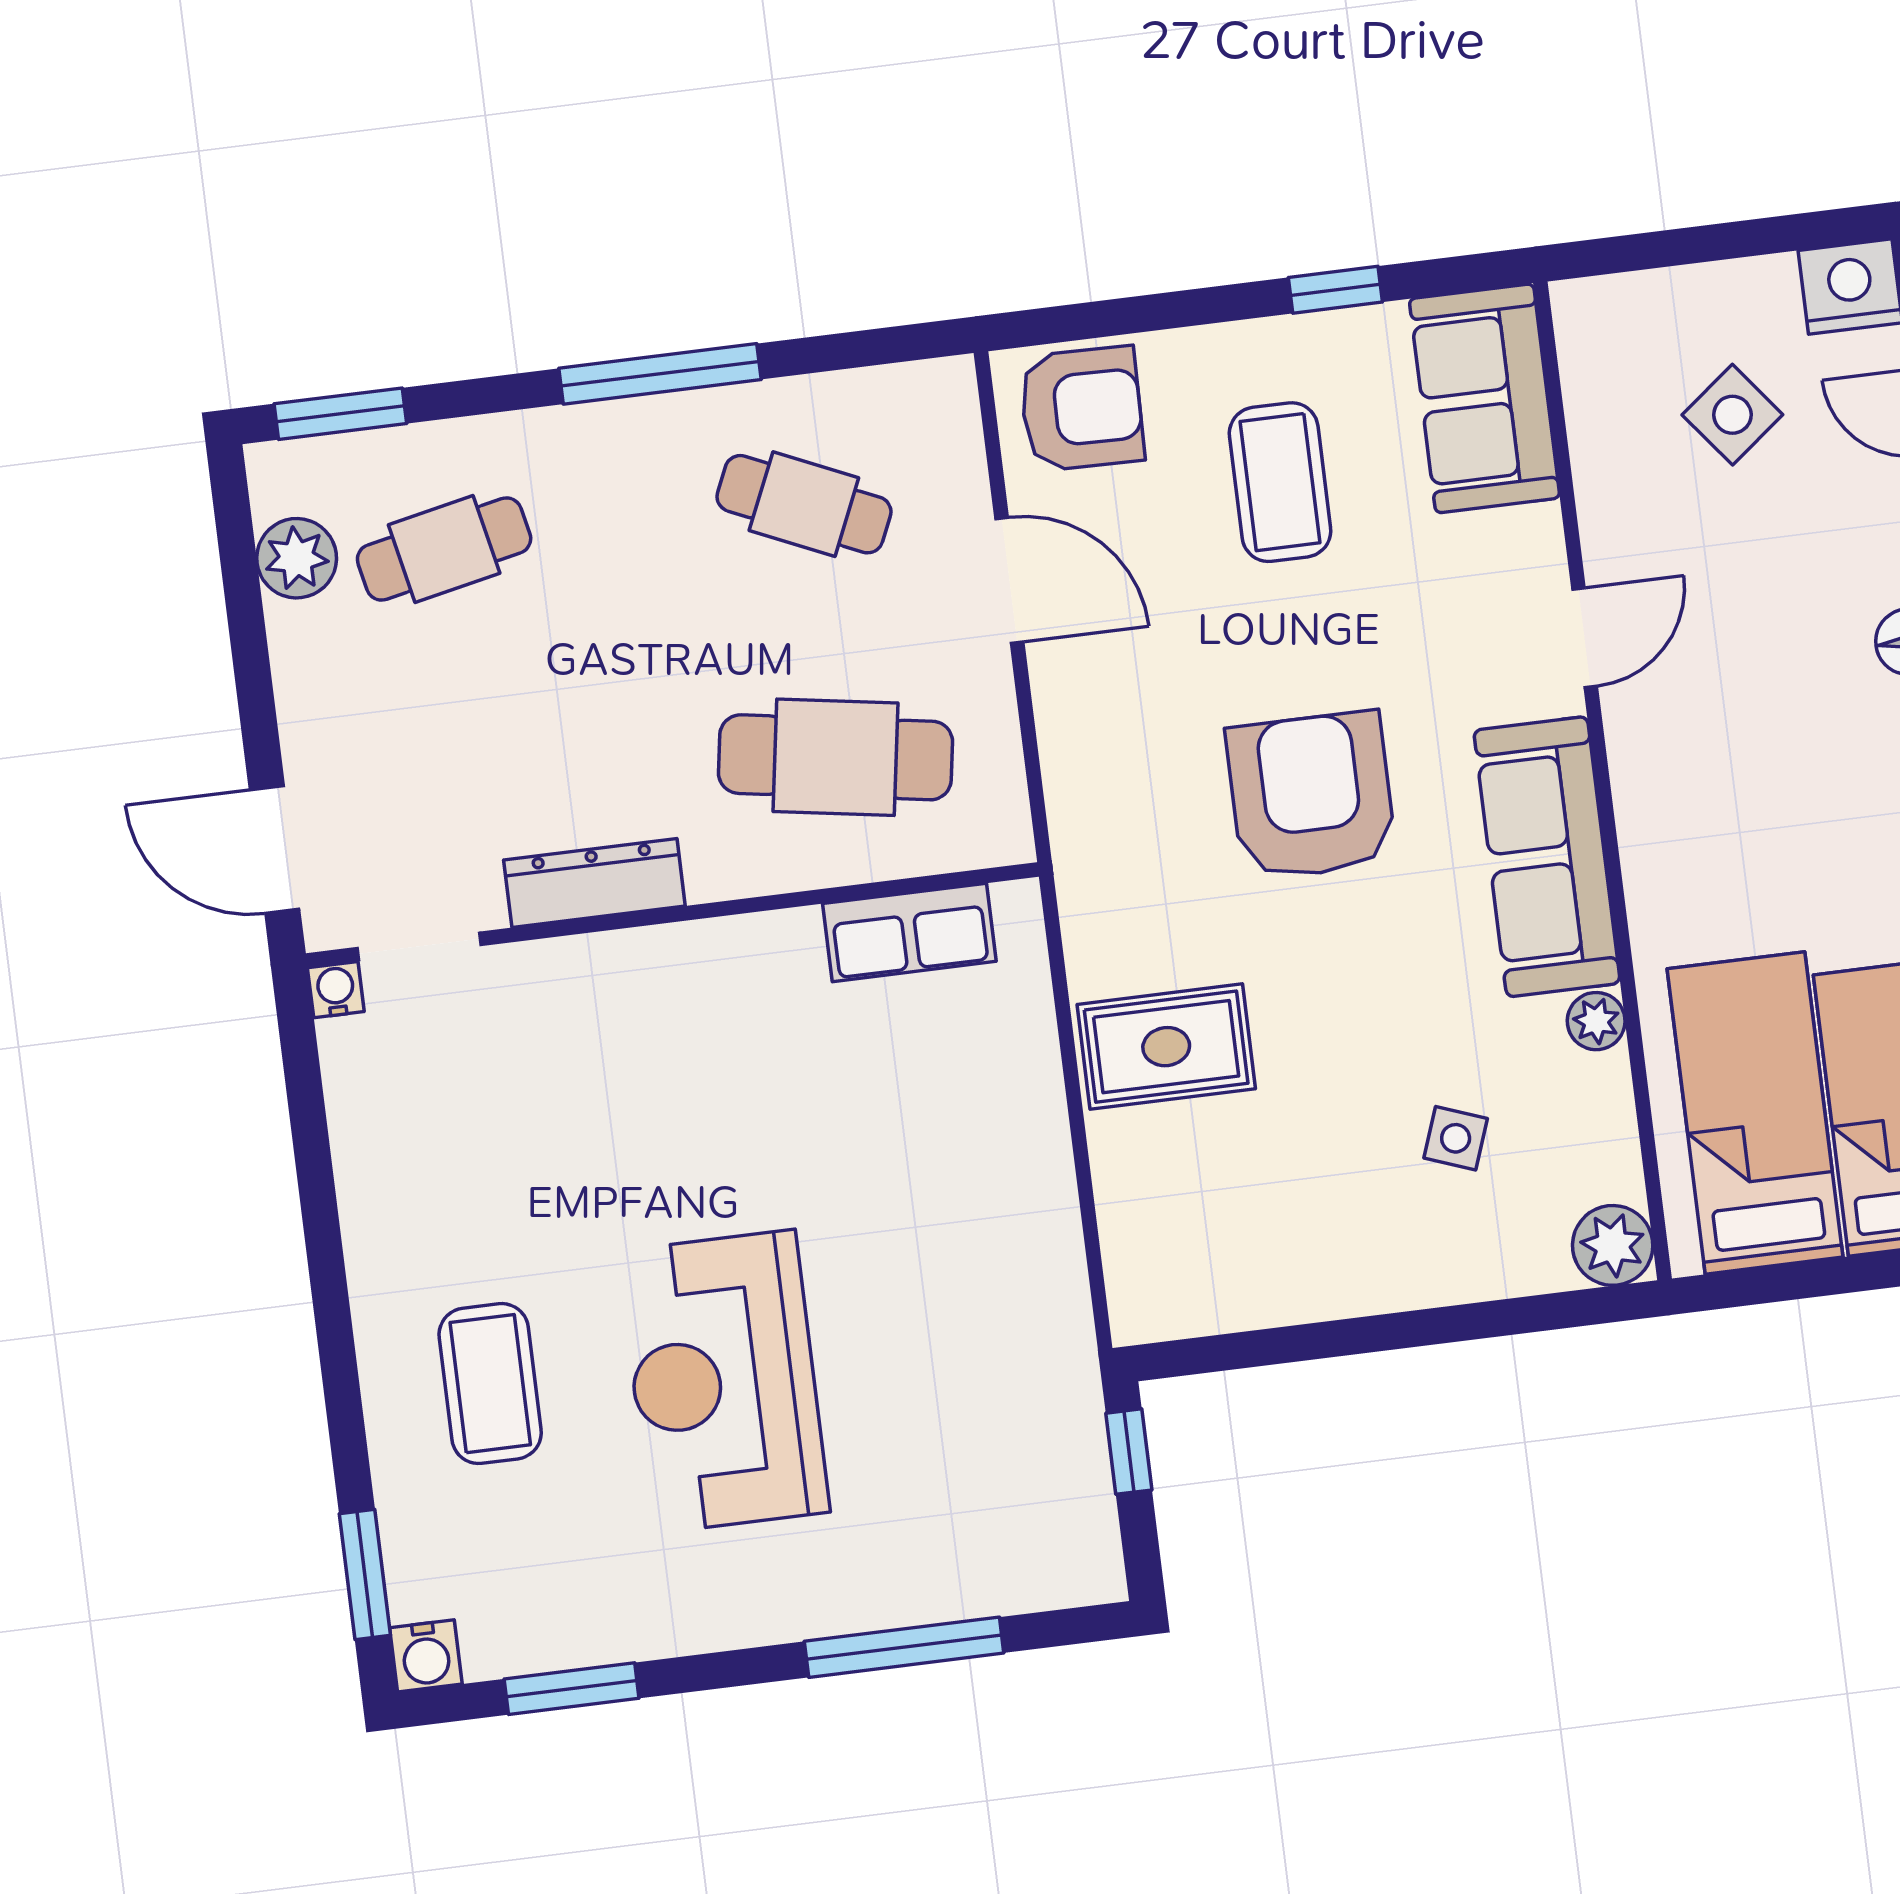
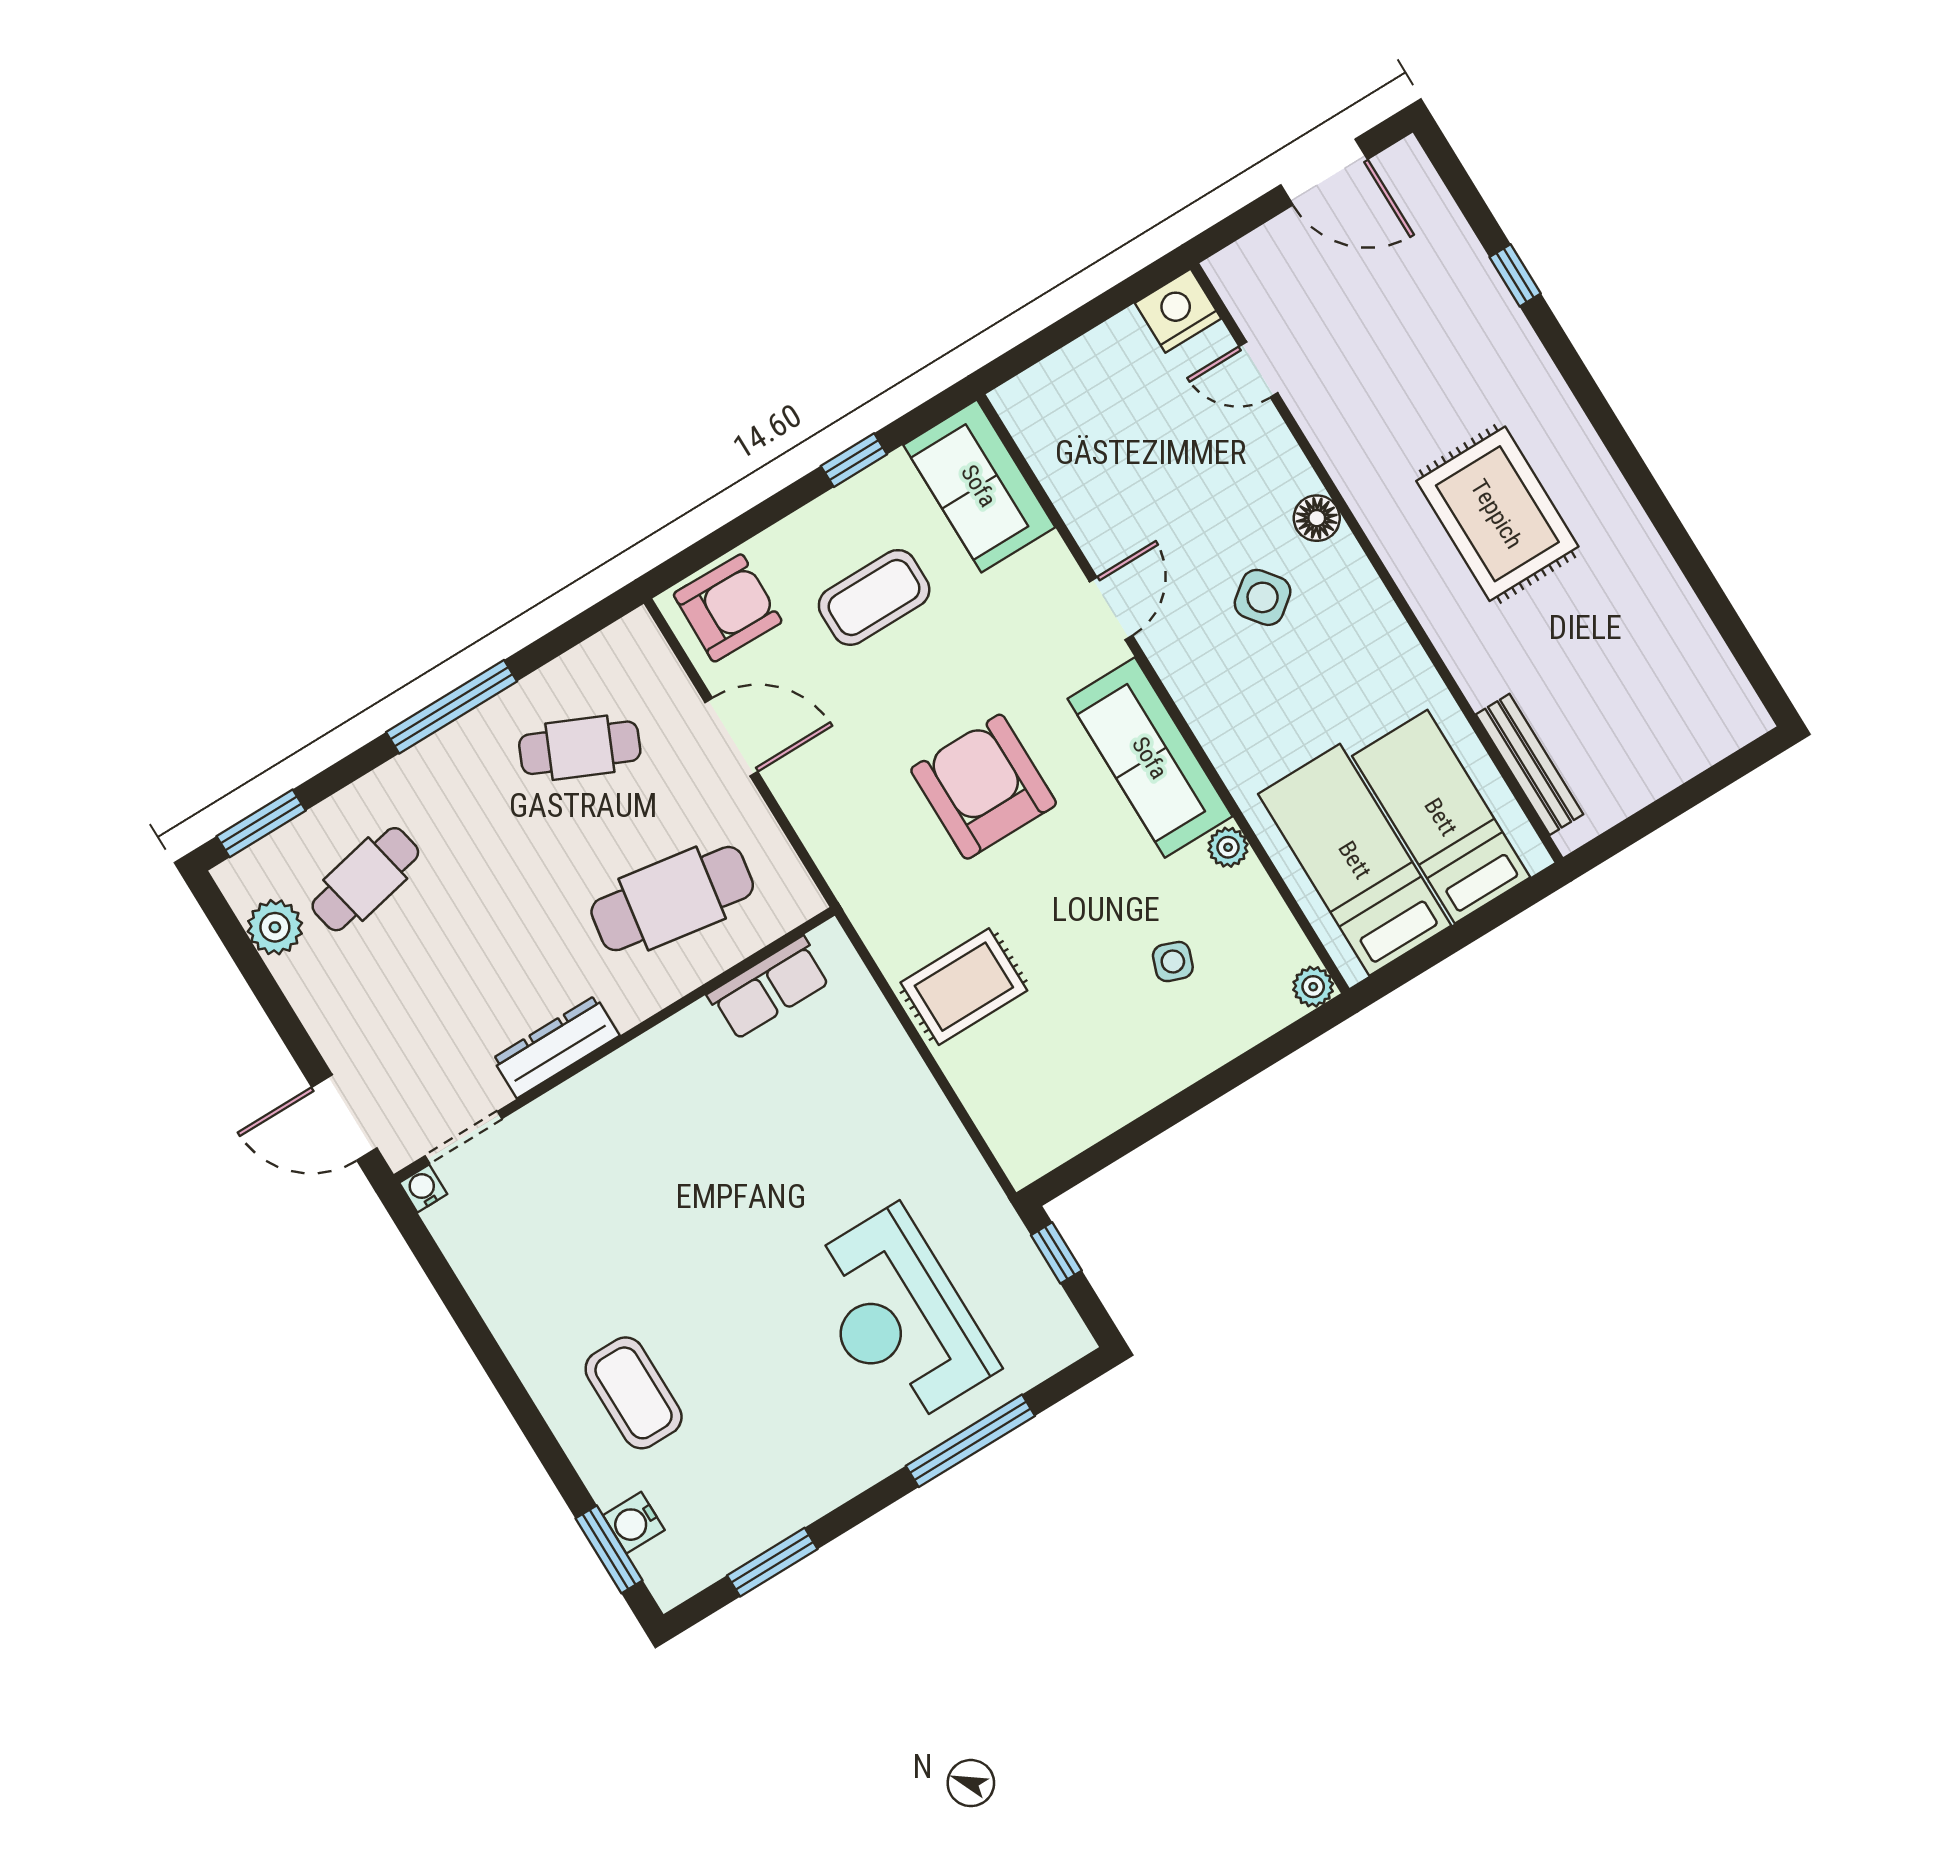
side table: (1732, 415) -> (1263, 597), moved
coffee table: (1280, 482) -> (874, 597), turned 90
plant: (1613, 1245) -> (1313, 987), width x0.73, depth x0.73
reception desk: (724, 1382) -> (898, 1317), moved
water cooler: (426, 1656) -> (634, 1523), moved, turned 90

